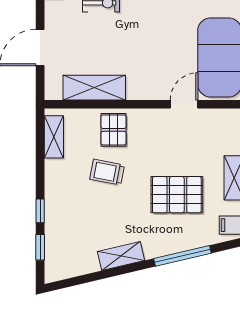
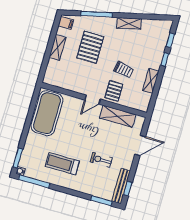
door: (184, 104) -> (93, 100), moved
shelving: (54, 137) -> (151, 81), moved
pallet: (177, 195) -> (90, 47), turned 90

